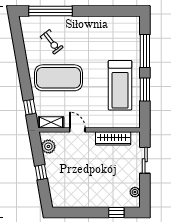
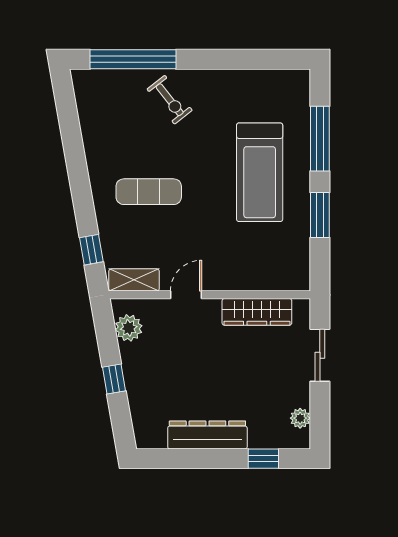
exercise bike: (52, 42) -> (170, 100), moved
exercise mat: (58, 78) -> (149, 192), width x0.50, depth x0.69
treadmill: (120, 85) -> (260, 172), moved
door: (77, 130) -> (186, 295), hinge flipped
dresser: (88, 200) -> (207, 435), added

